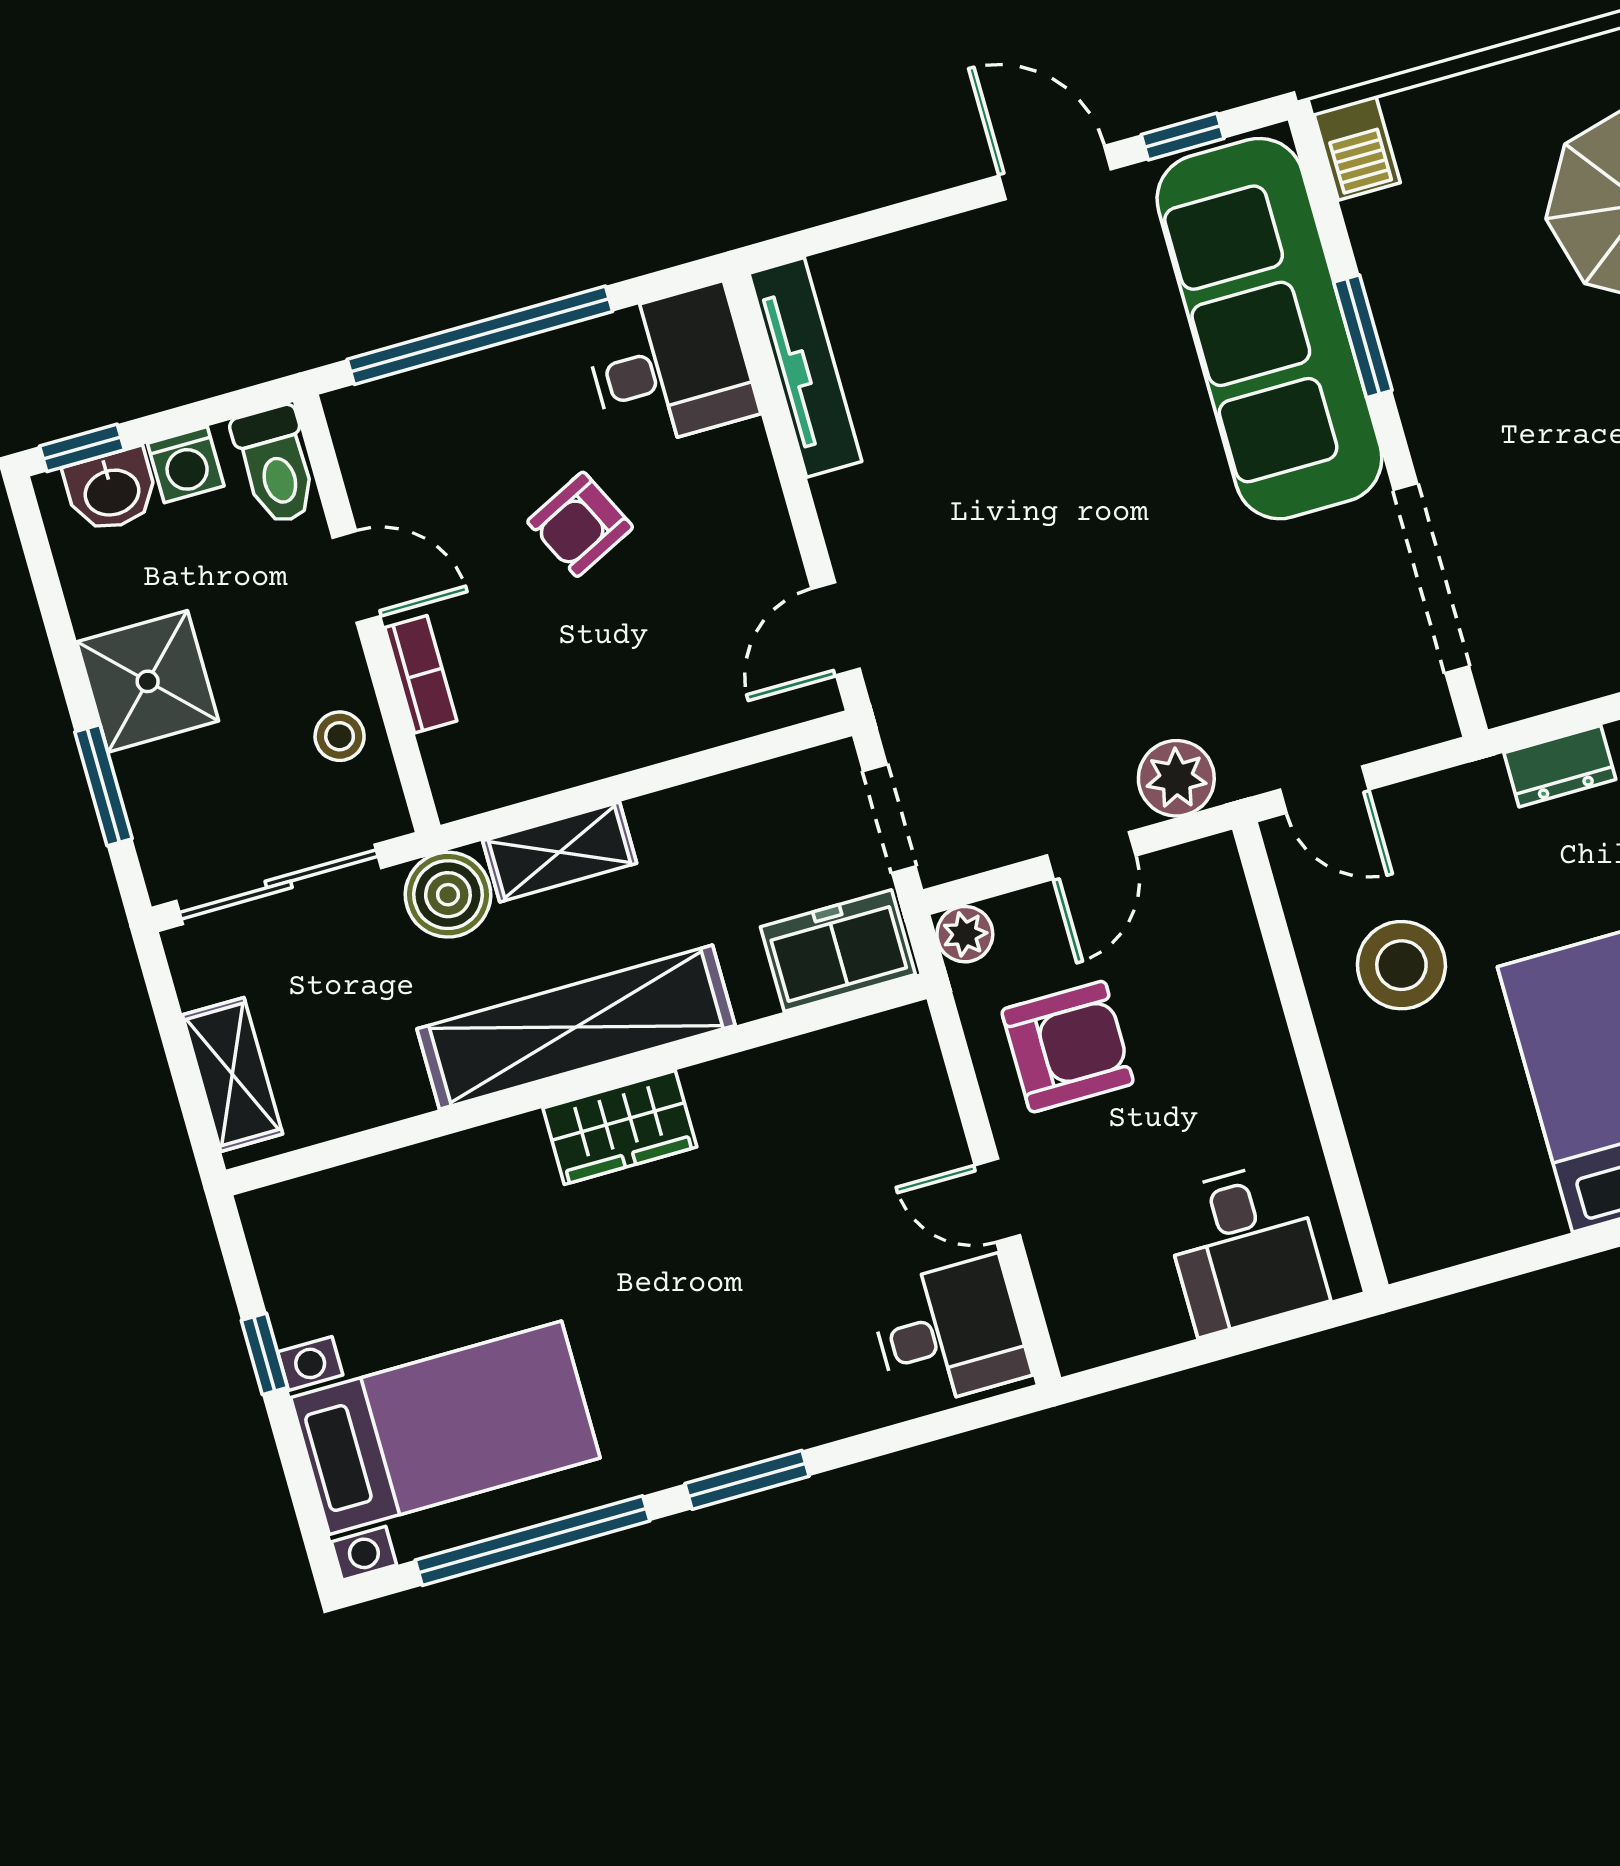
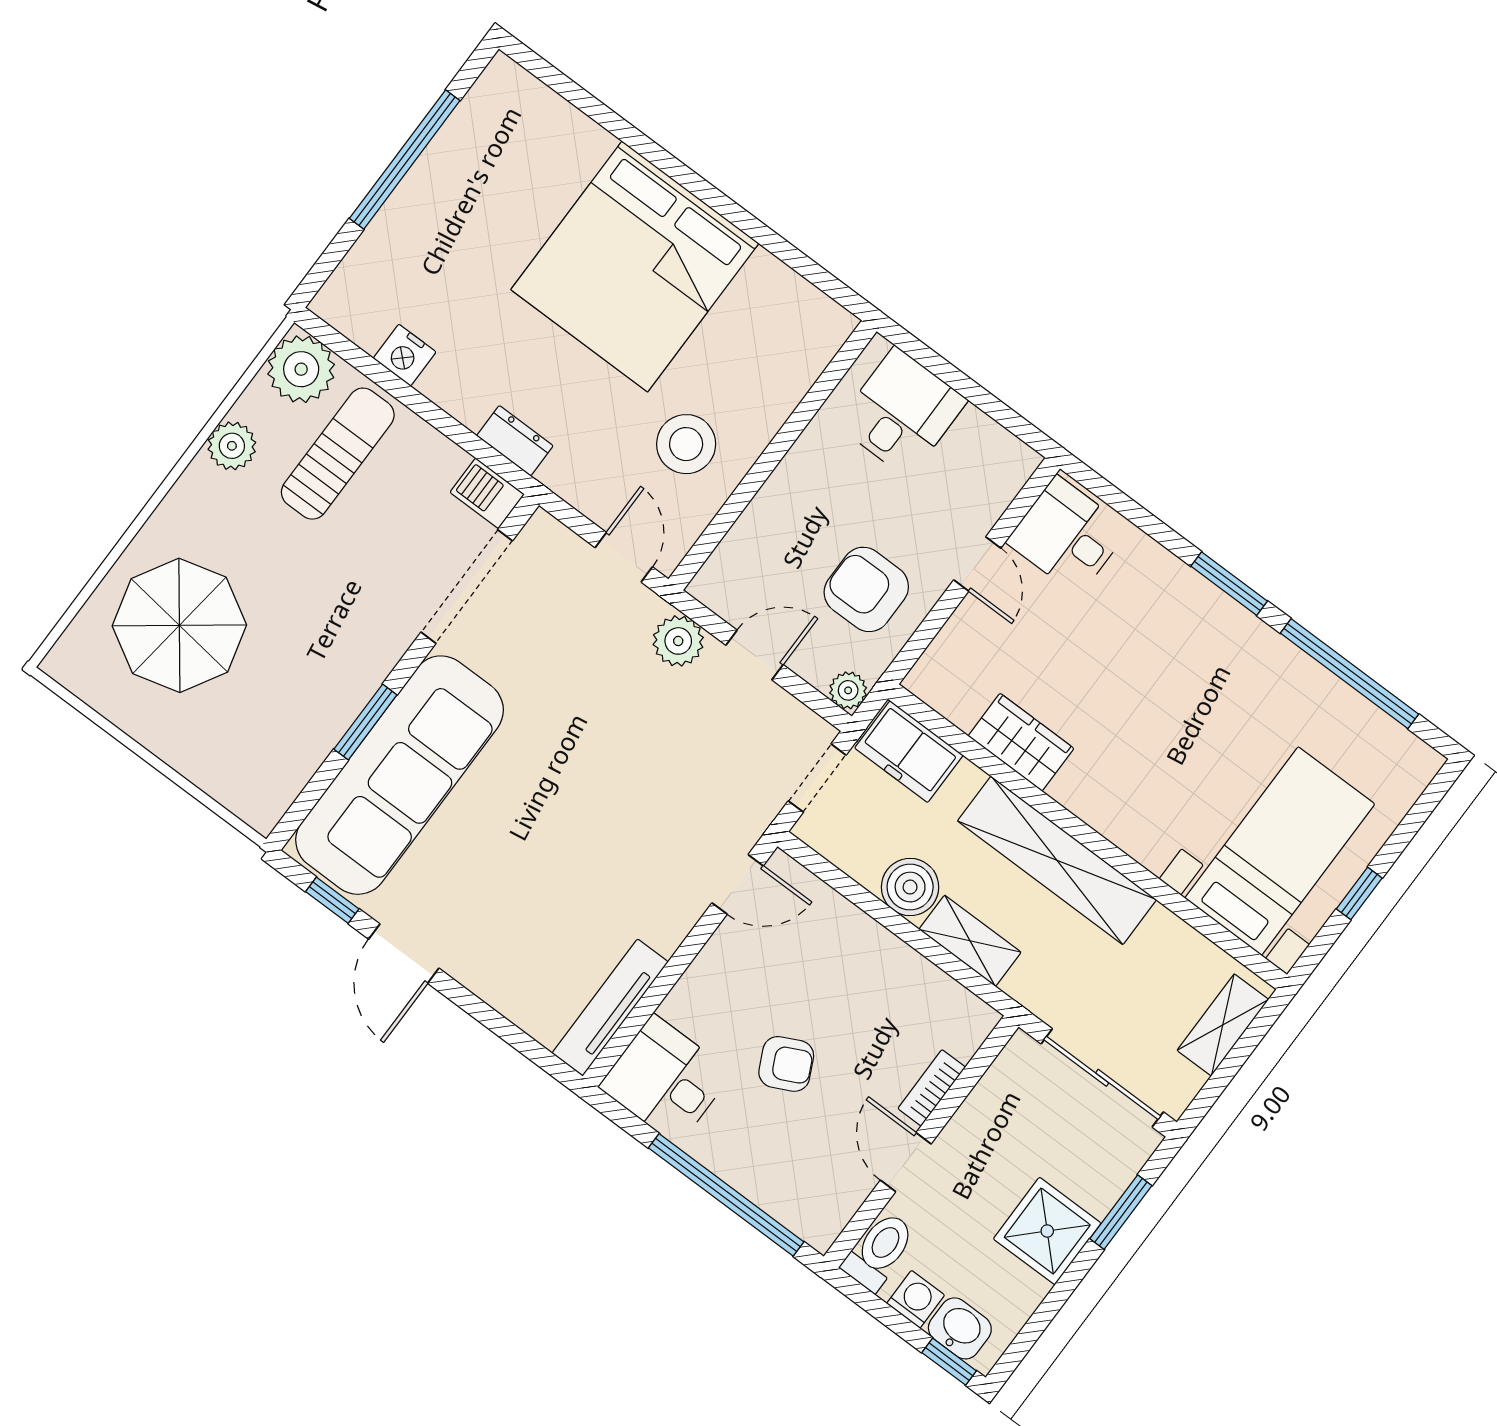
barbecue: (1357, 148) -> (487, 493), moved, turned -90
stool: (340, 736) -> (998, 1106), removed
boiler: (448, 895) -> (910, 887), moved
wardrobe: (620, 1127) -> (1021, 742), moved
bed with nightstands: (445, 1428) -> (1280, 851), moved, turned 90

